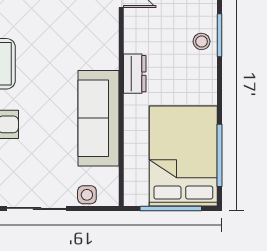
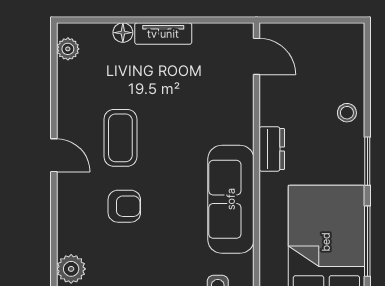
window: (220, 35) -> (367, 161), moved

